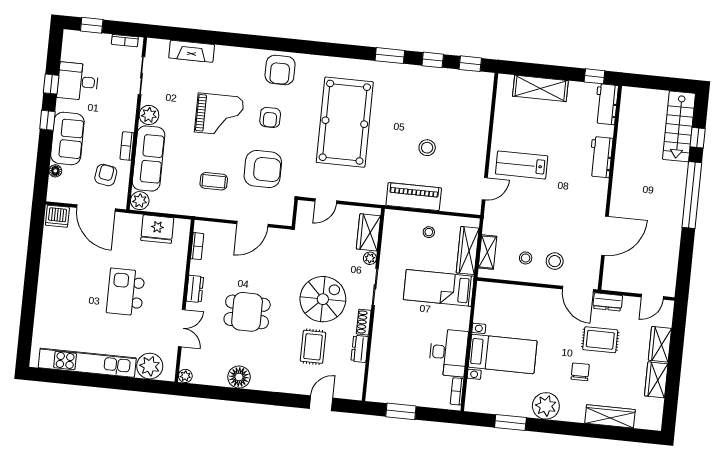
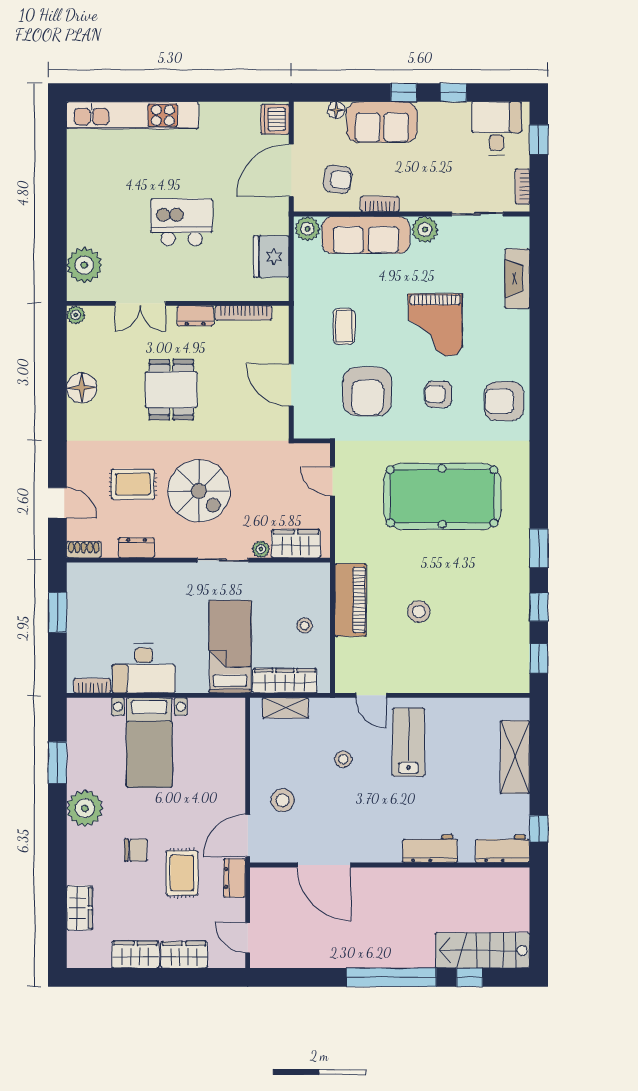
desk: (78, 81) -> (497, 128), moved
bookcase: (197, 246) -> (243, 313), width x1.56
stool: (526, 258) -> (343, 759), moved
shoe rack: (364, 322) -> (84, 550), moved
kitchen unit: (87, 363) -> (132, 115), moved, turned 90
wardrobe: (610, 416) -> (79, 908), width x0.67

